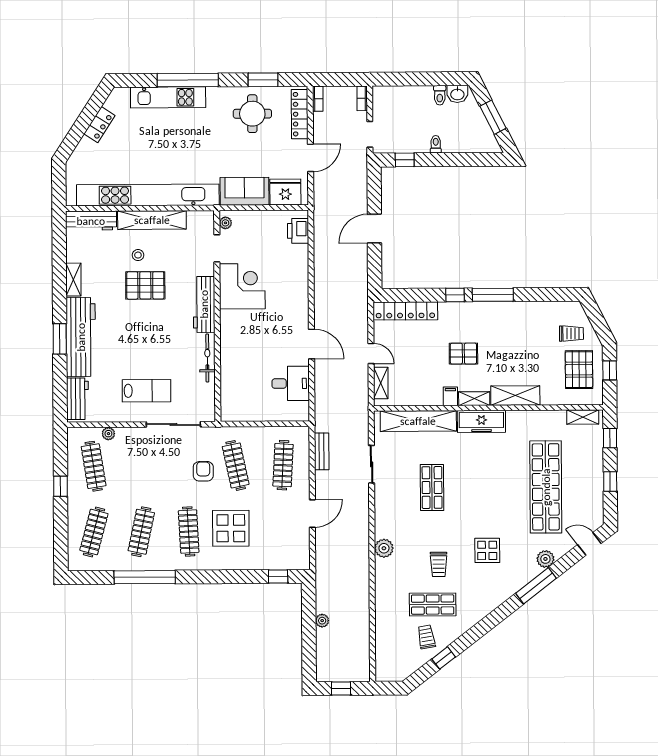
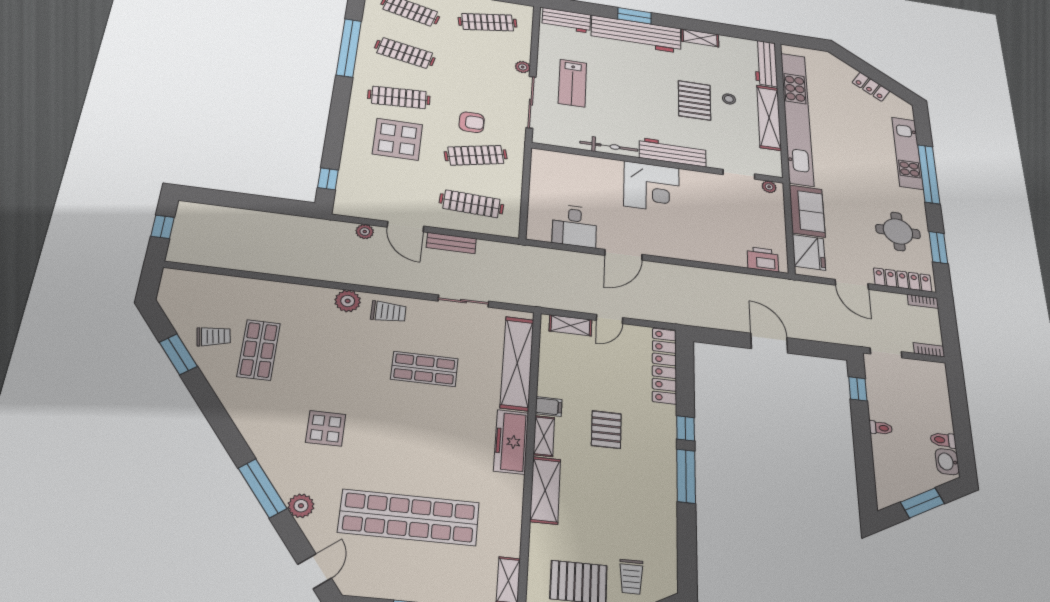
corner desk: (242, 286) -> (652, 187), moved
plant: (108, 434) -> (523, 67), moved
bench: (322, 451) -> (451, 243), moved
trolley: (439, 564) -> (388, 312), moved, turned 180
plant: (322, 621) -> (365, 232), moved
window: (444, 658) -> (178, 354), width x1.50

